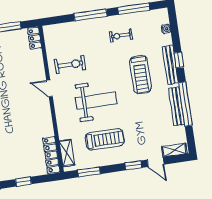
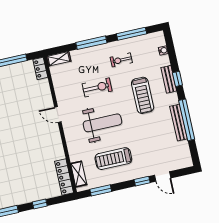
exercise bike: (70, 65) -> (97, 87), moved
bench: (170, 65) -> (169, 79), width x0.73
treadmill: (105, 139) -> (113, 159), turned 180
shelving: (174, 150) -> (59, 59), moved

